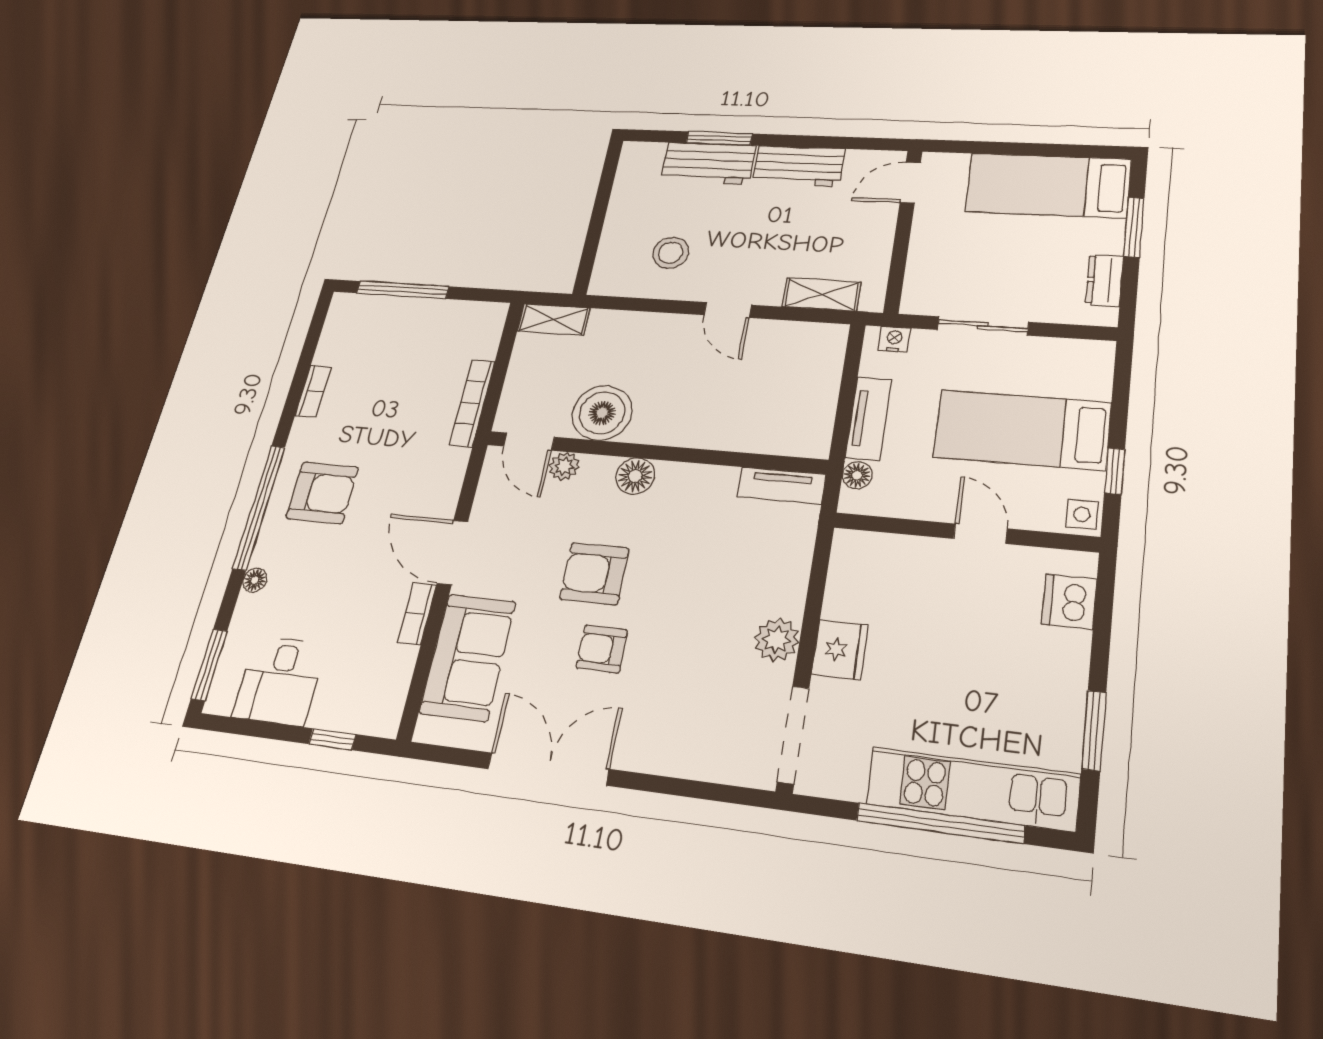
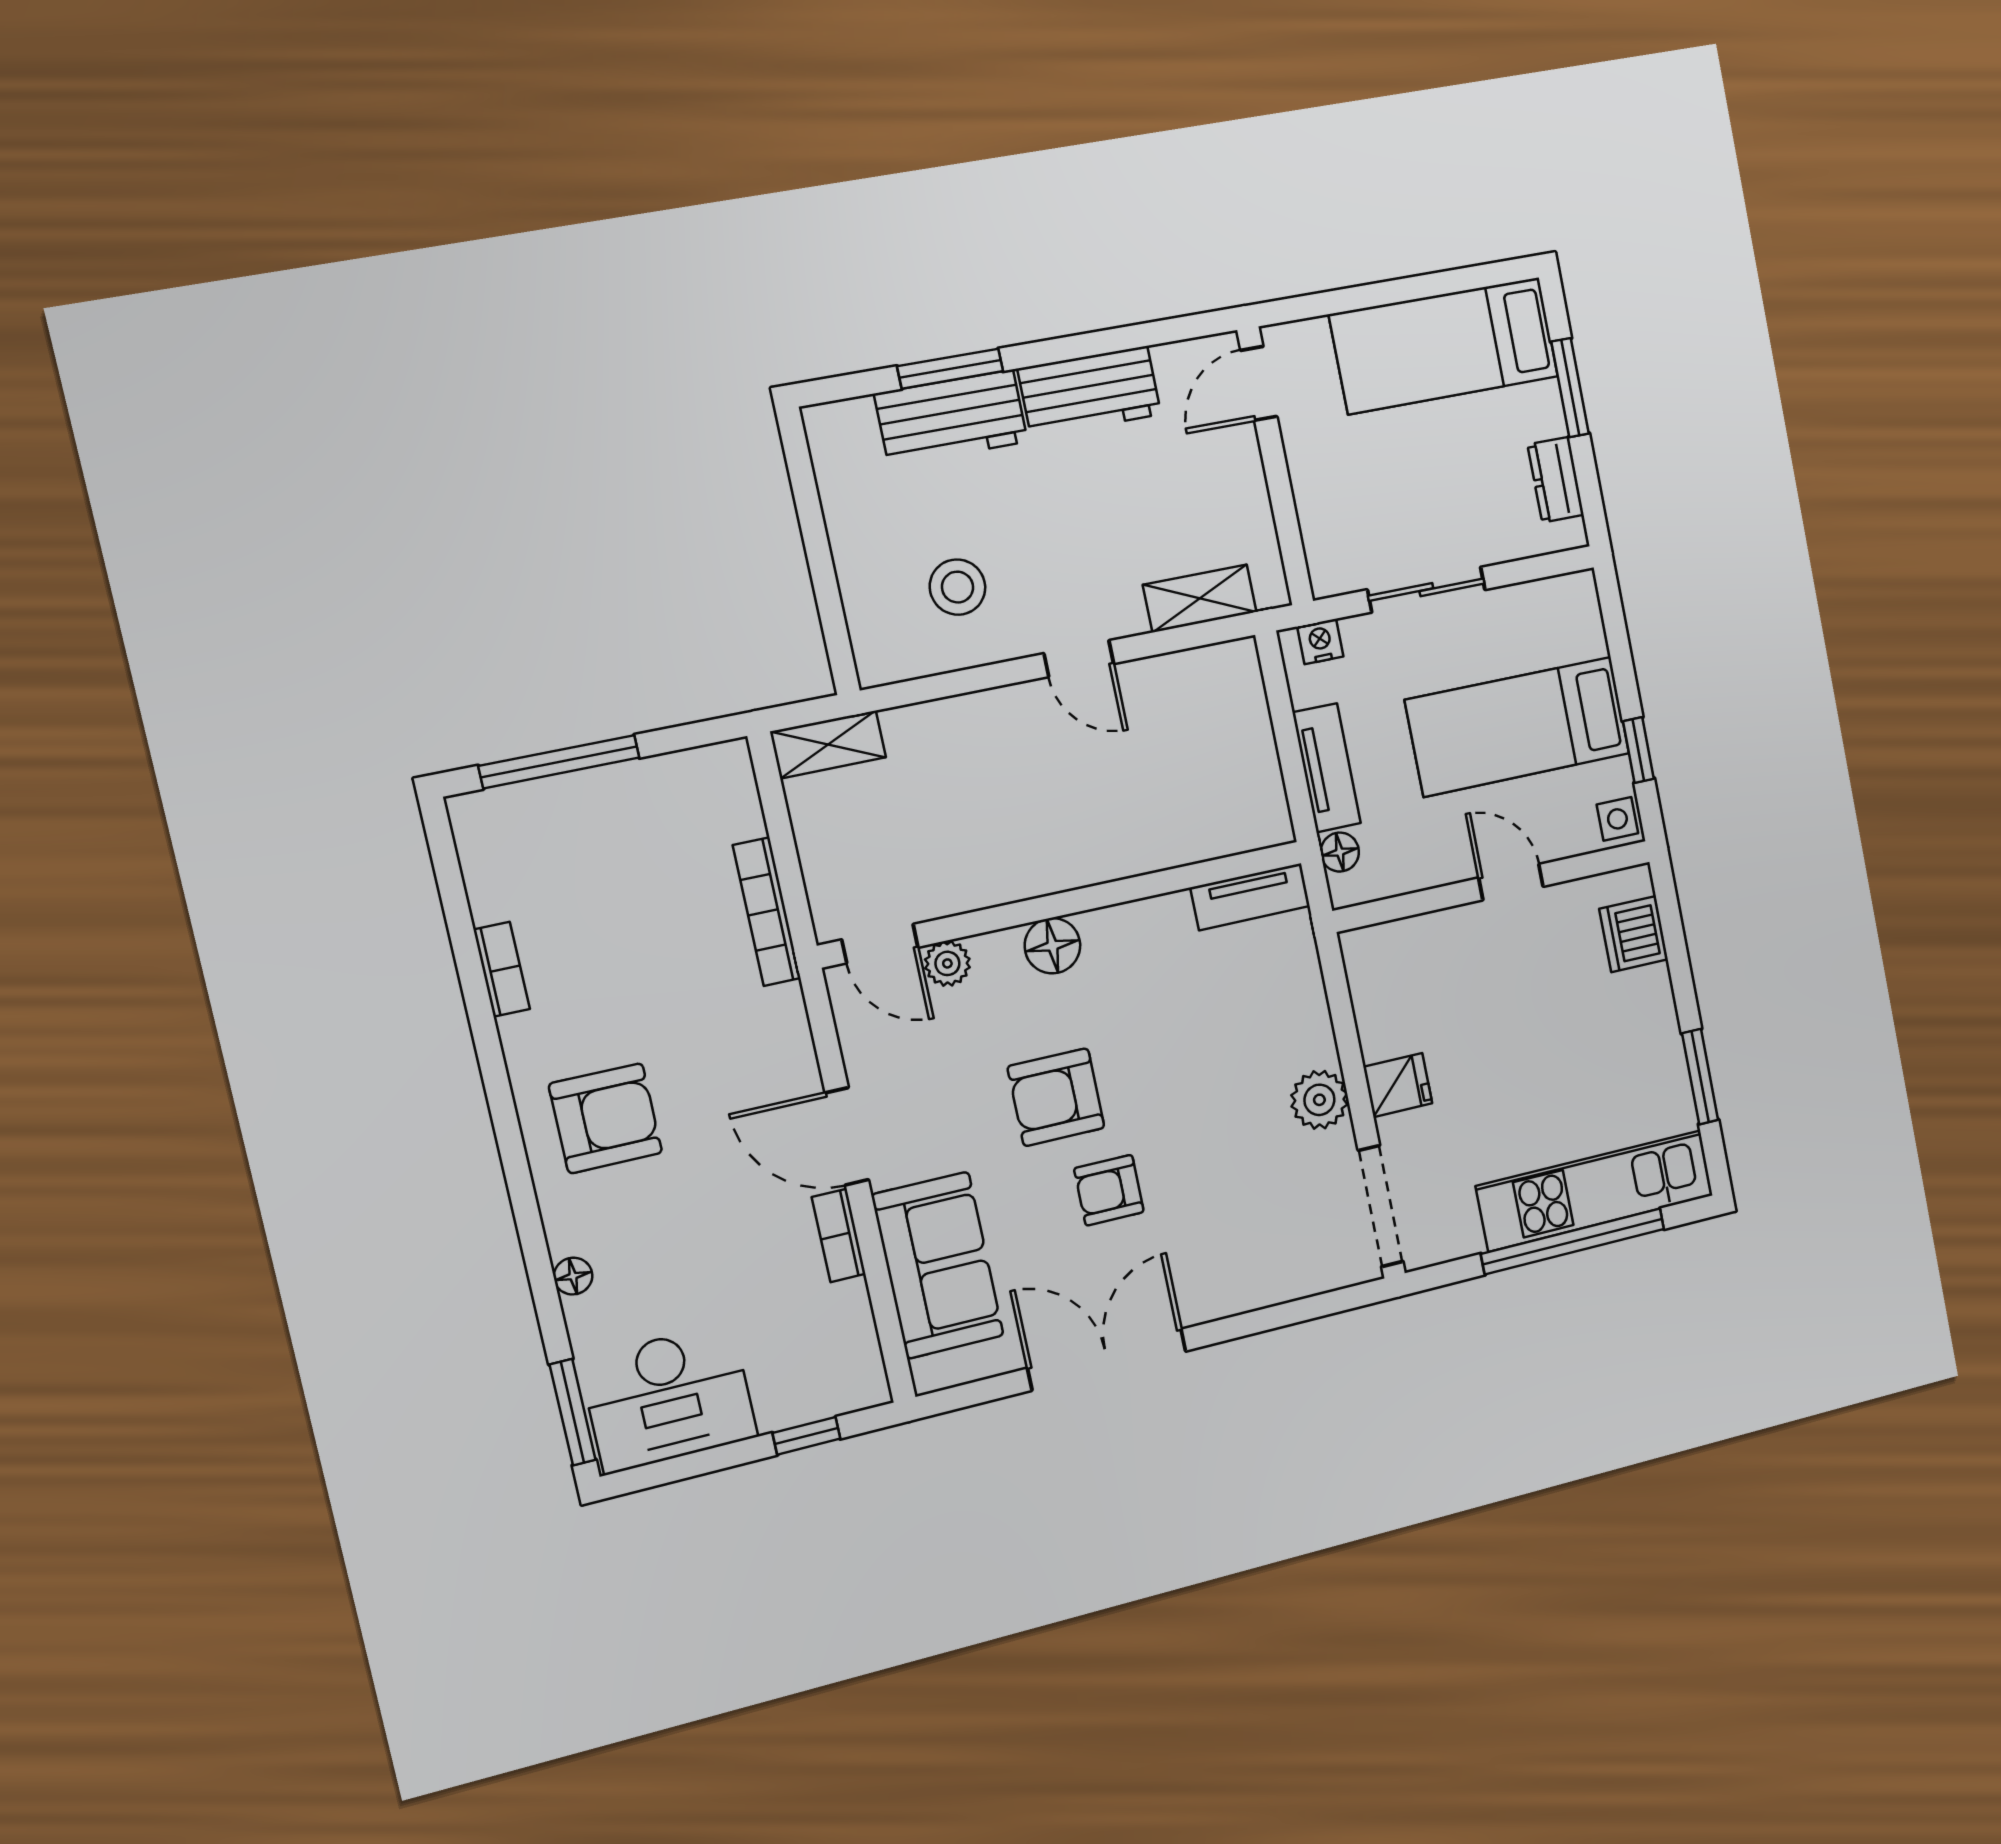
boiler: (602, 413) -> (966, 869), removed
window: (259, 507) -> (517, 1172), removed
fridge: (840, 650) -> (1398, 1085), width x0.72
desk: (279, 680) -> (669, 1398), width x1.37

